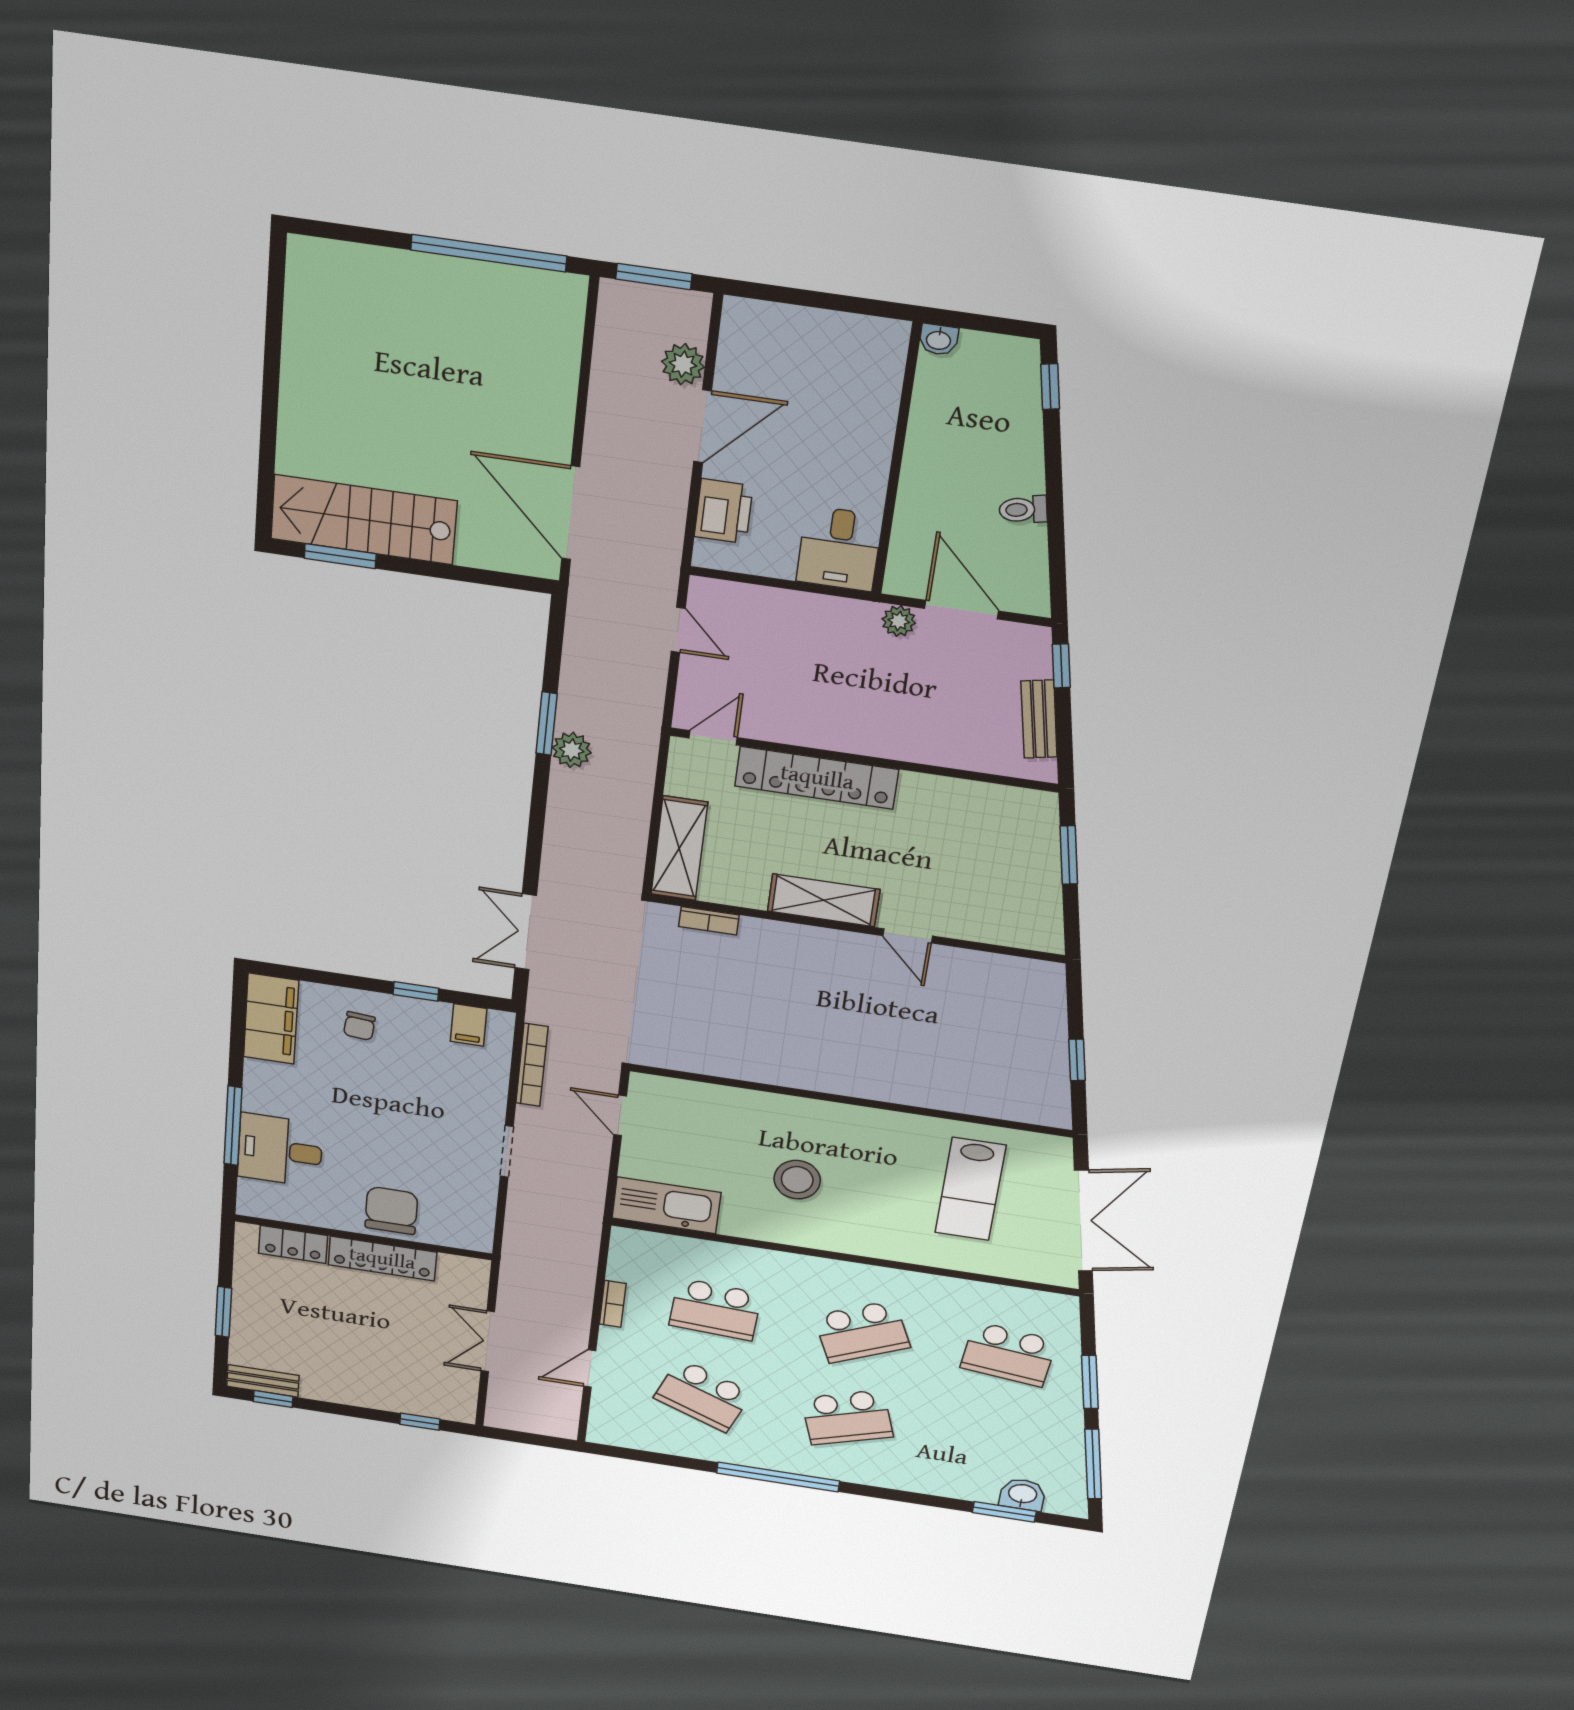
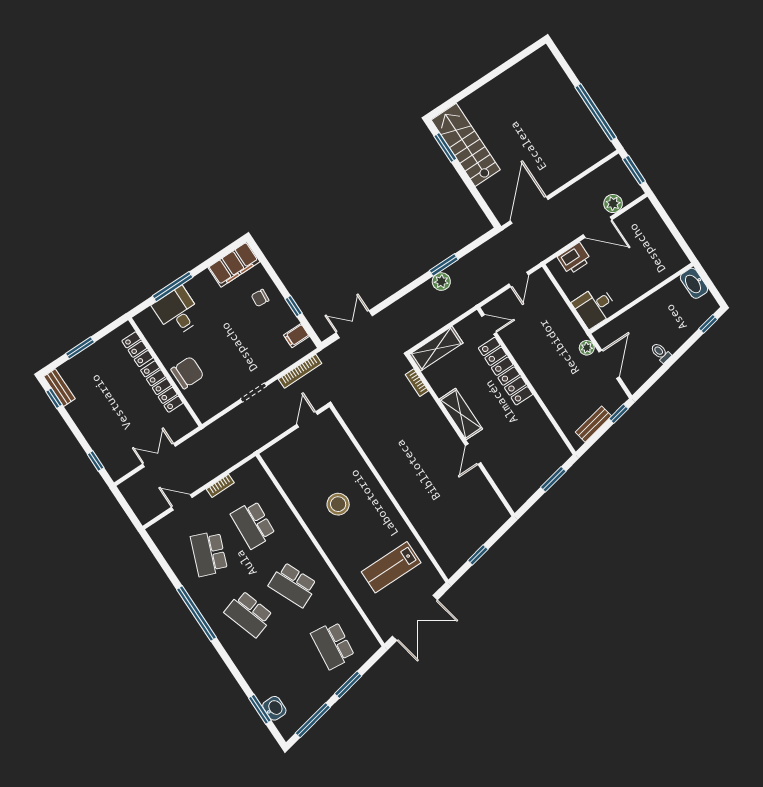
washbasin: (939, 340) -> (694, 283), width x1.91, depth x1.45
kitchen sink: (666, 1205) -> (283, 468), removed

